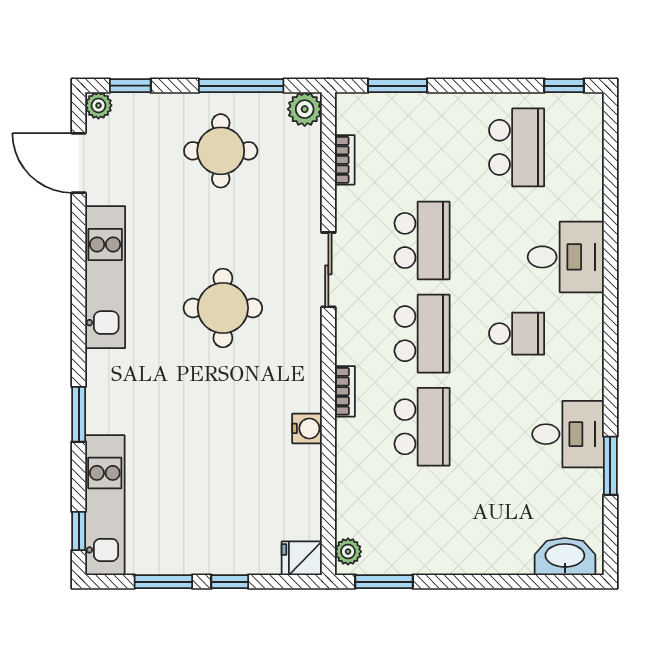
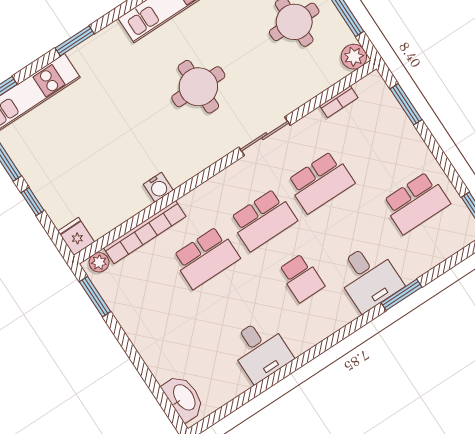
bookcase: (345, 391) -> (145, 232), moved, width x2.31, depth x1.31
window: (610, 466) -> (401, 295), moved

